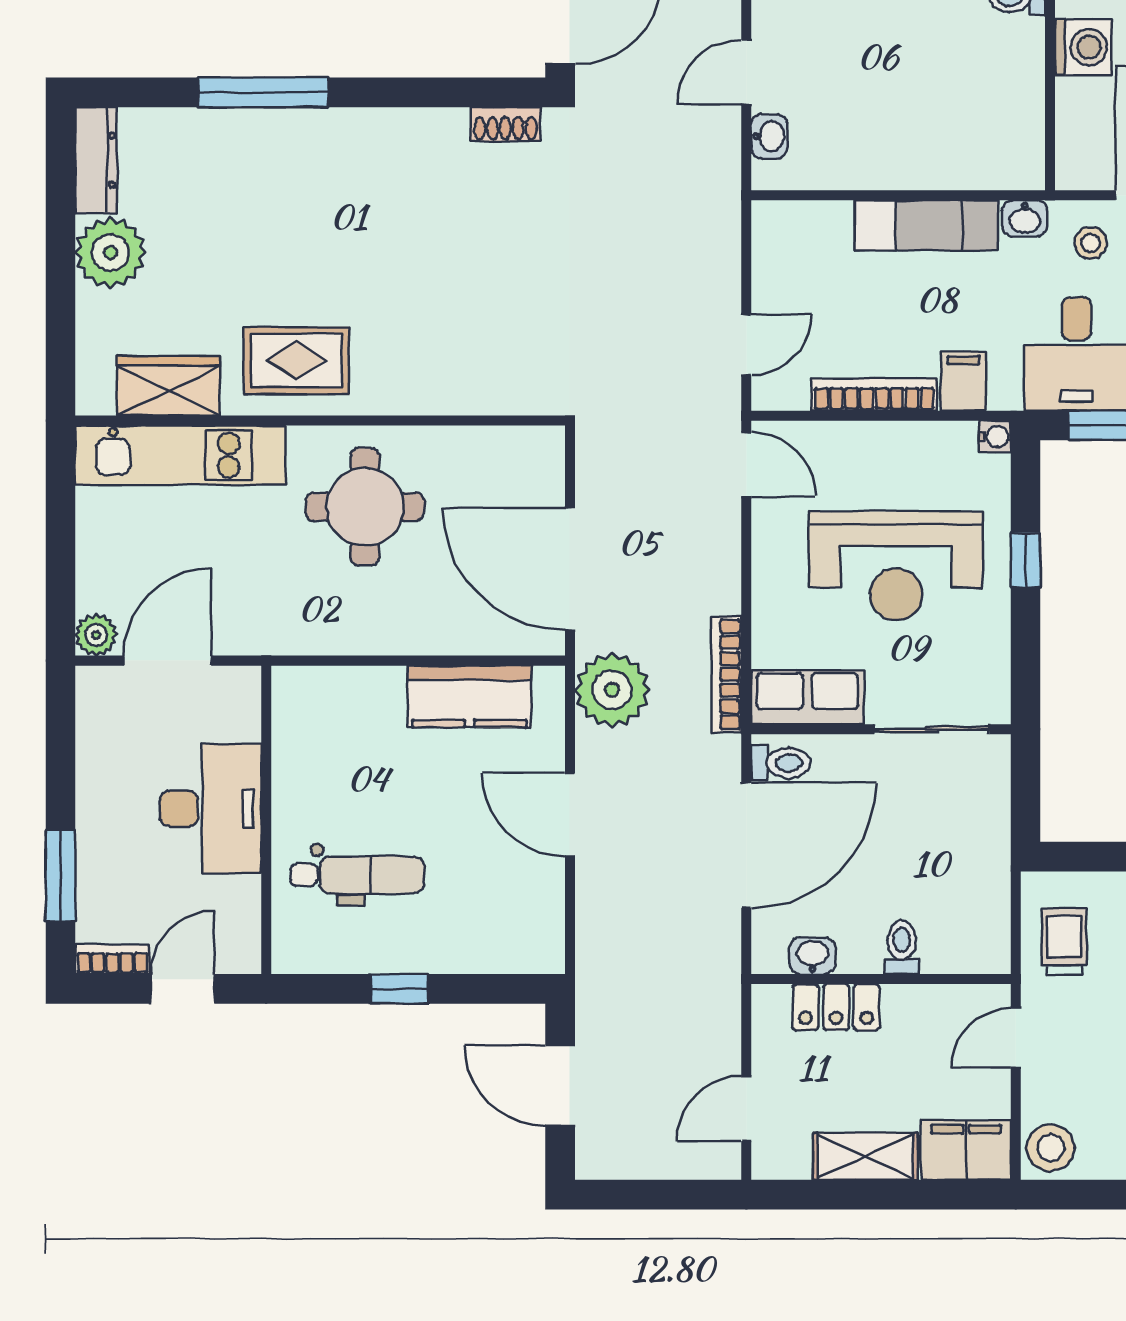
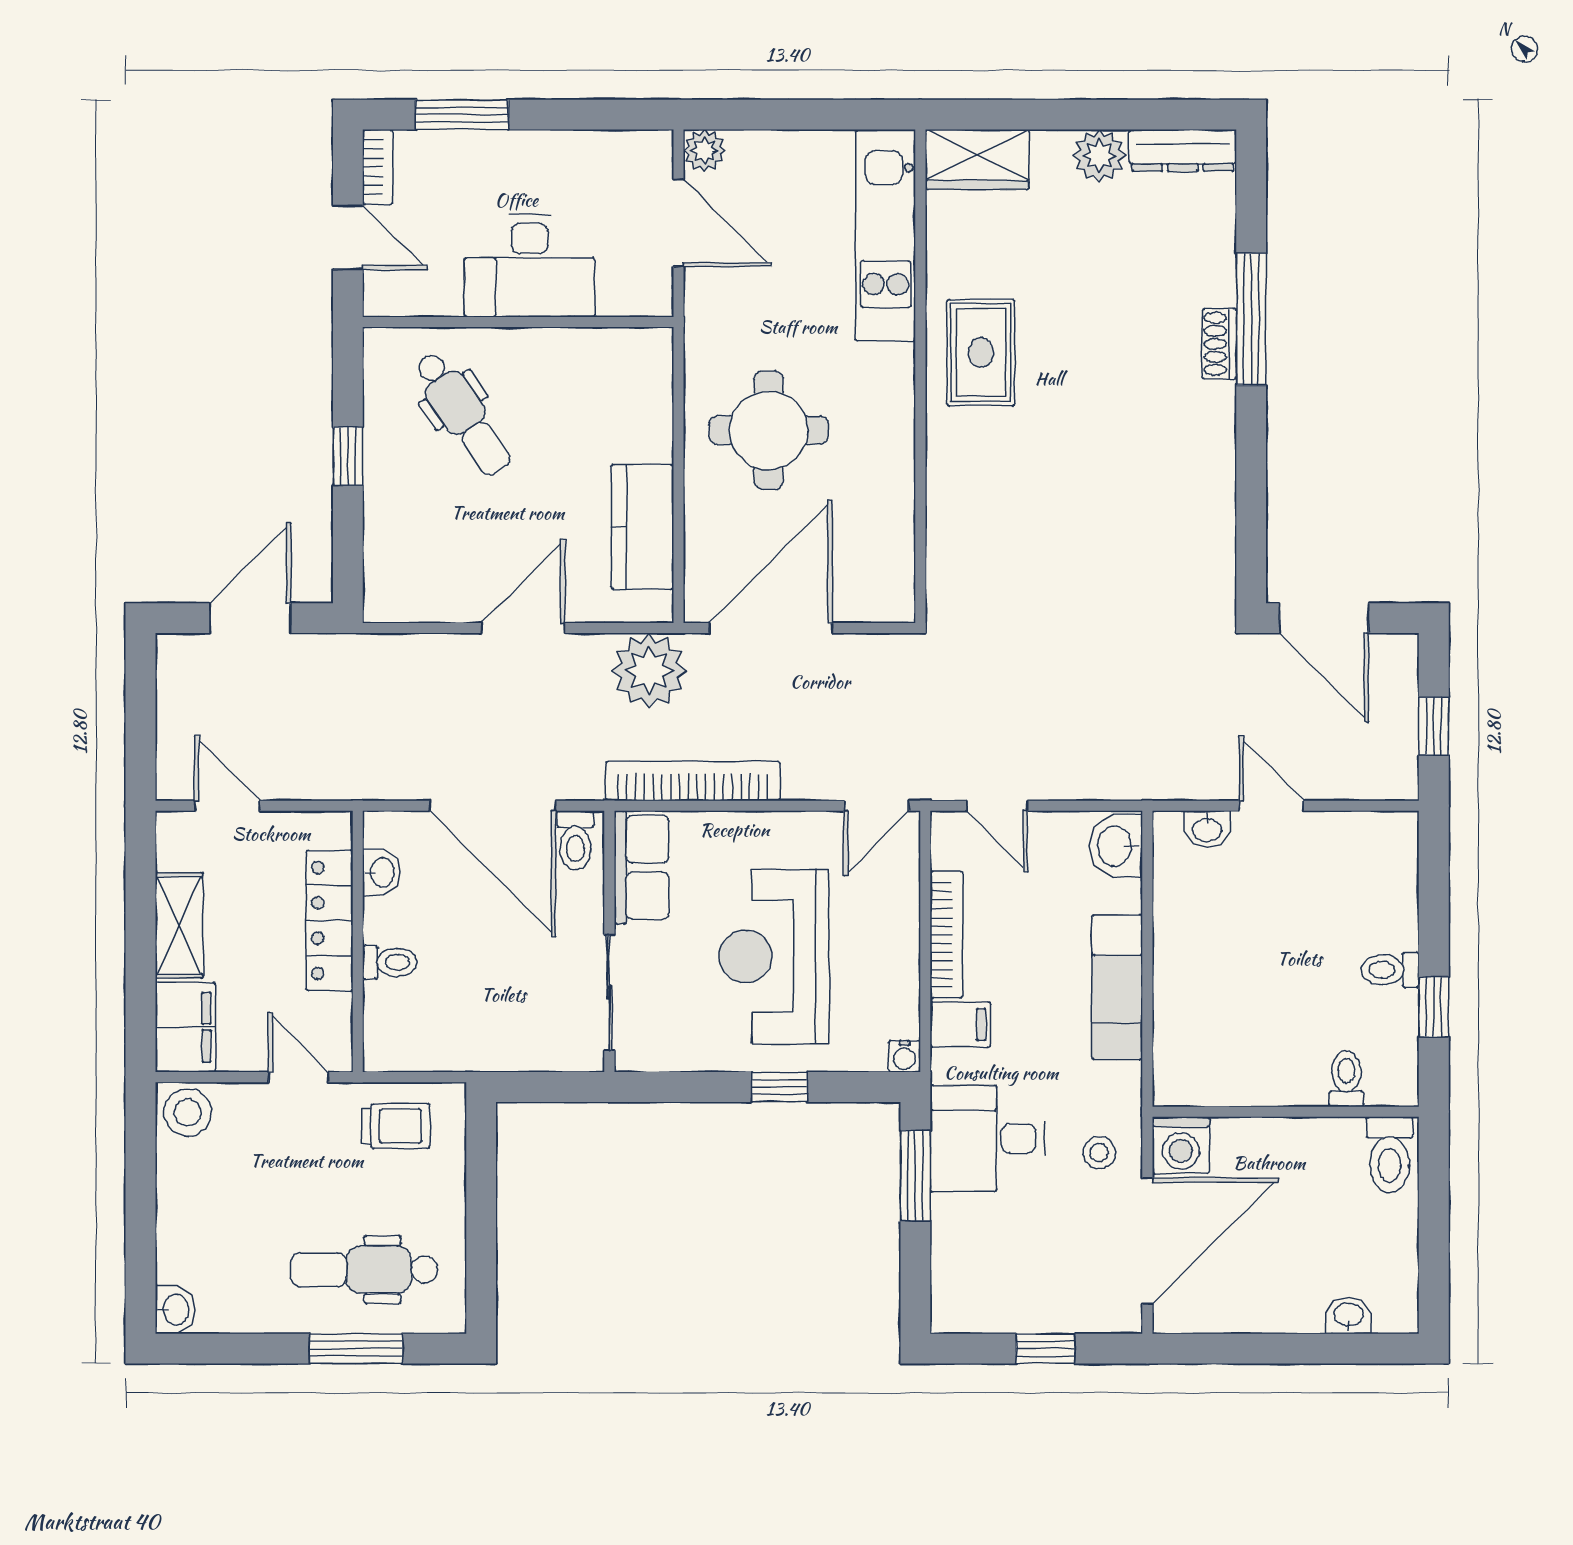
washing machine: (1083, 47) -> (1181, 1145), moved
shoe rack: (506, 124) -> (1219, 344), moved
washbasin: (1025, 218) -> (1116, 846), moved, width x1.38, depth x1.45
plant: (110, 252) -> (1099, 156), width x0.73, depth x0.73
wardrobe: (168, 386) -> (977, 160), moved, turned 90
round table: (365, 507) -> (769, 430), moved
bookcase: (726, 674) -> (693, 781), width x1.48, depth x1.31
dental chair: (357, 875) -> (463, 414), turned -34
locker: (836, 1007) -> (329, 920), width x1.53

